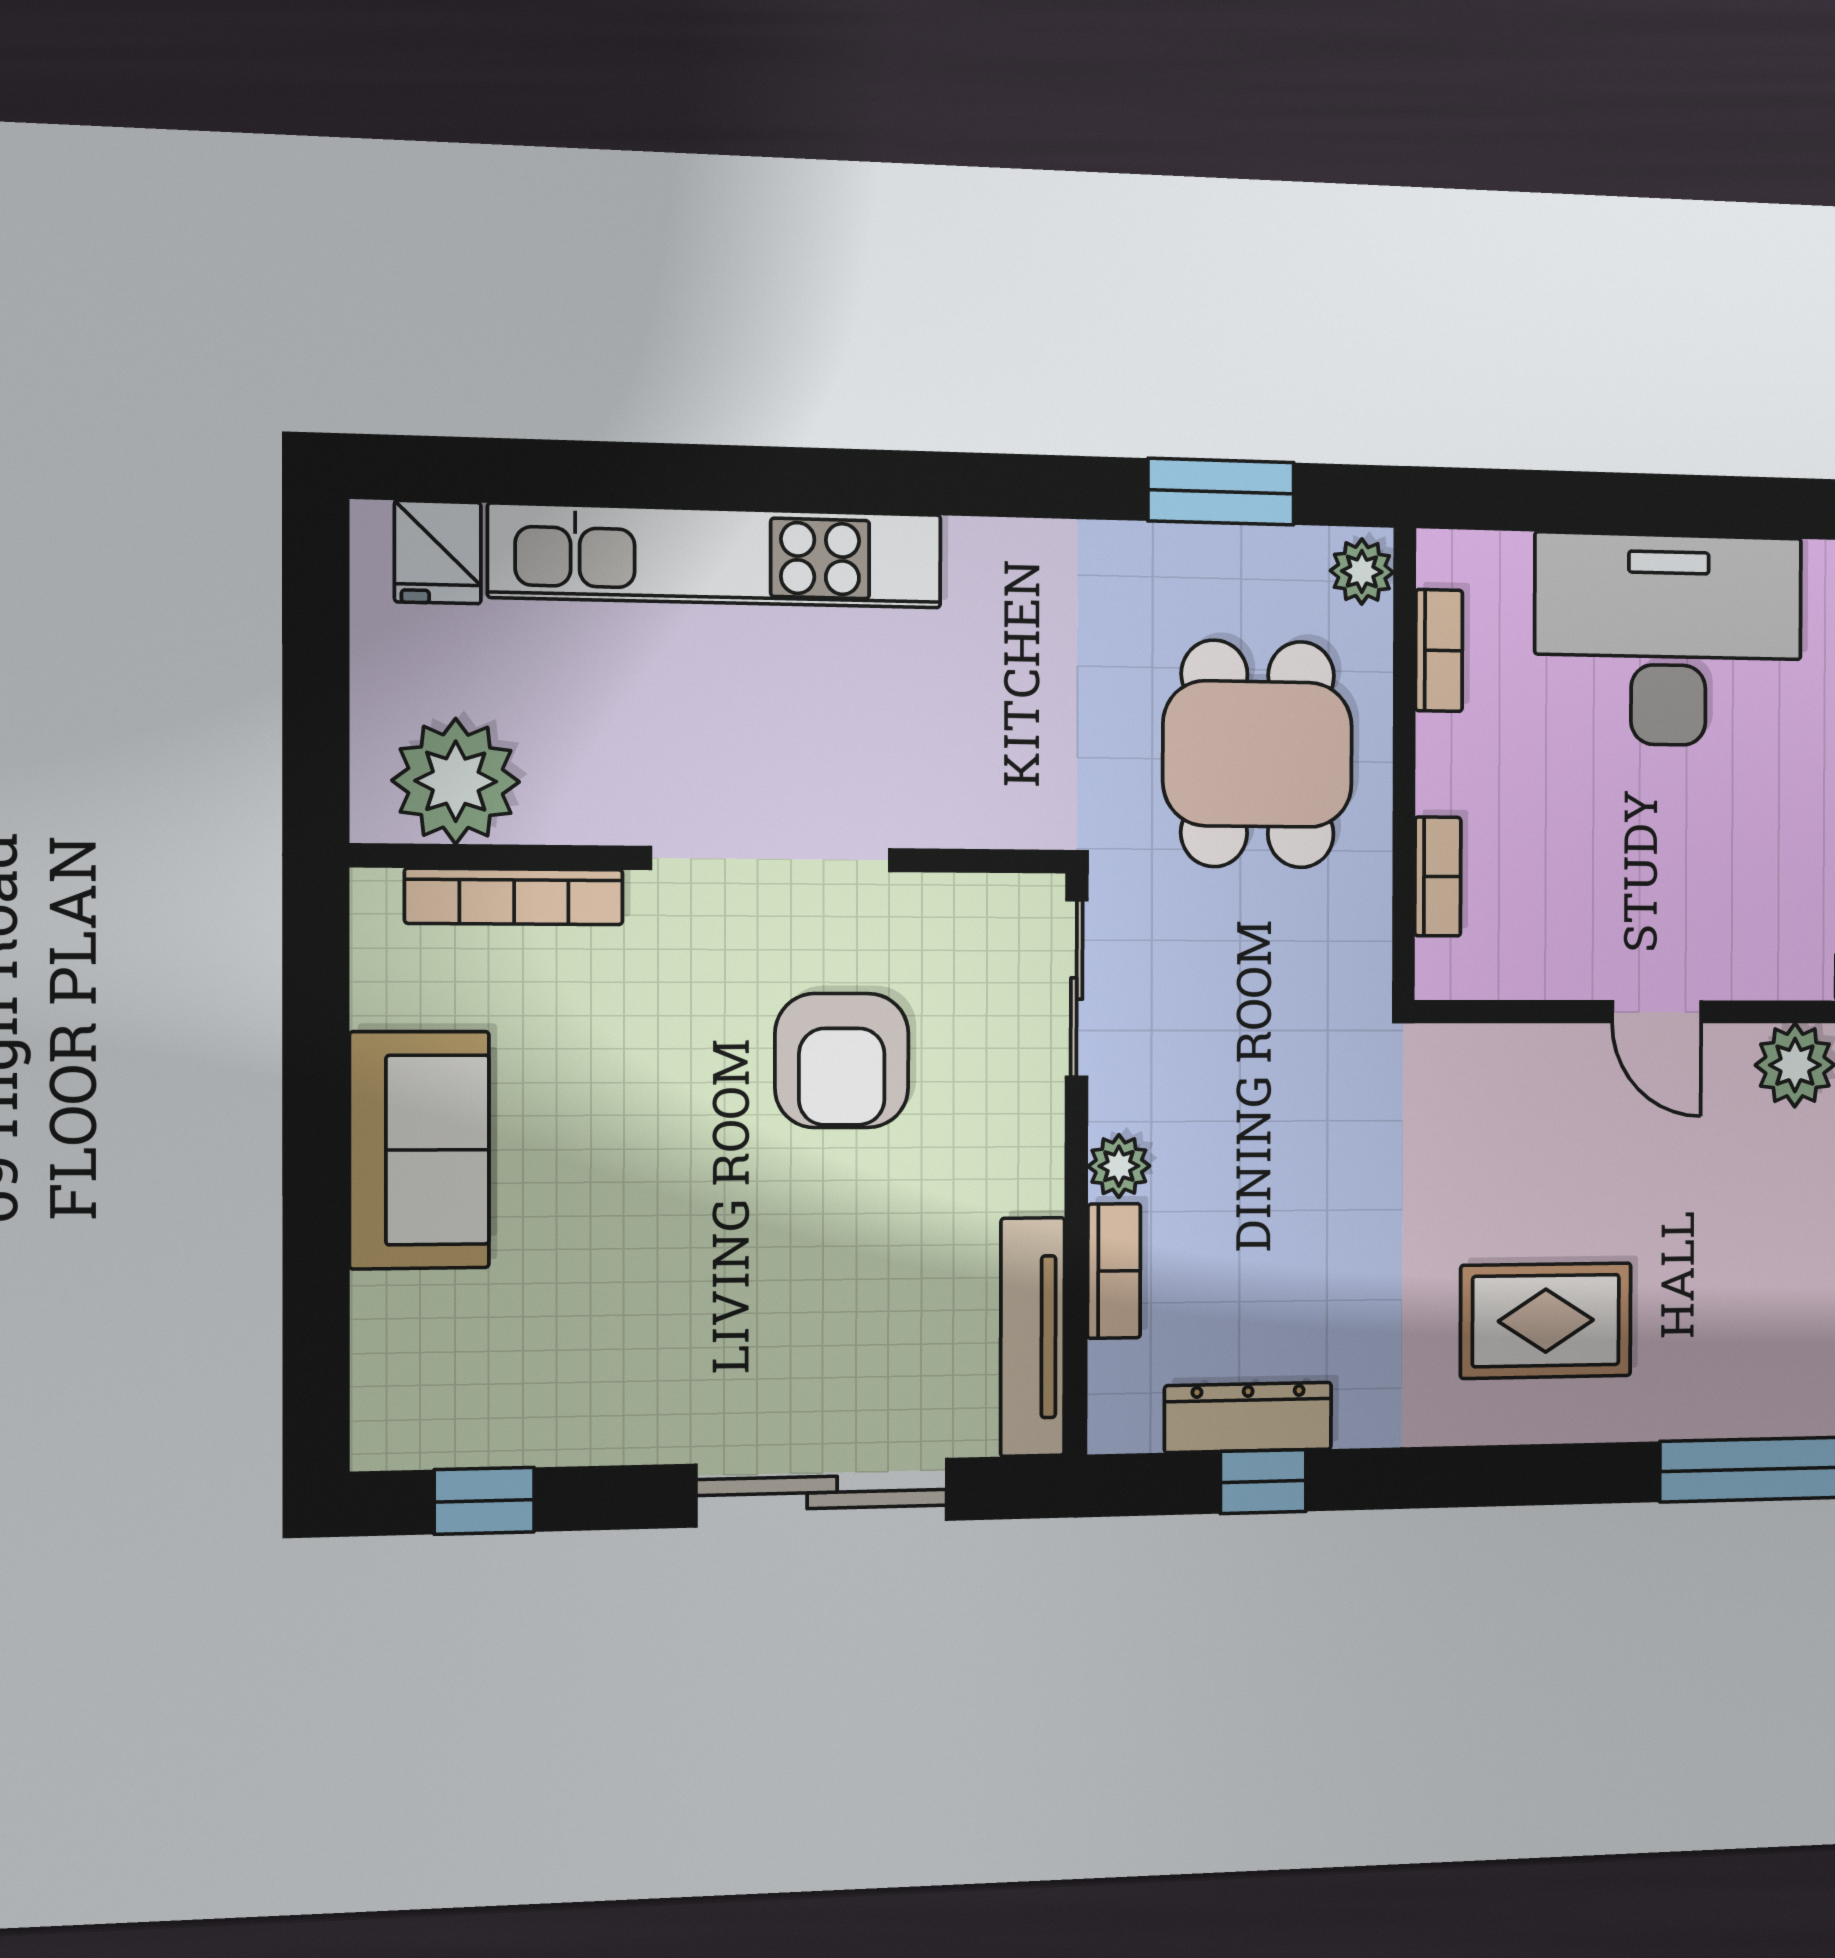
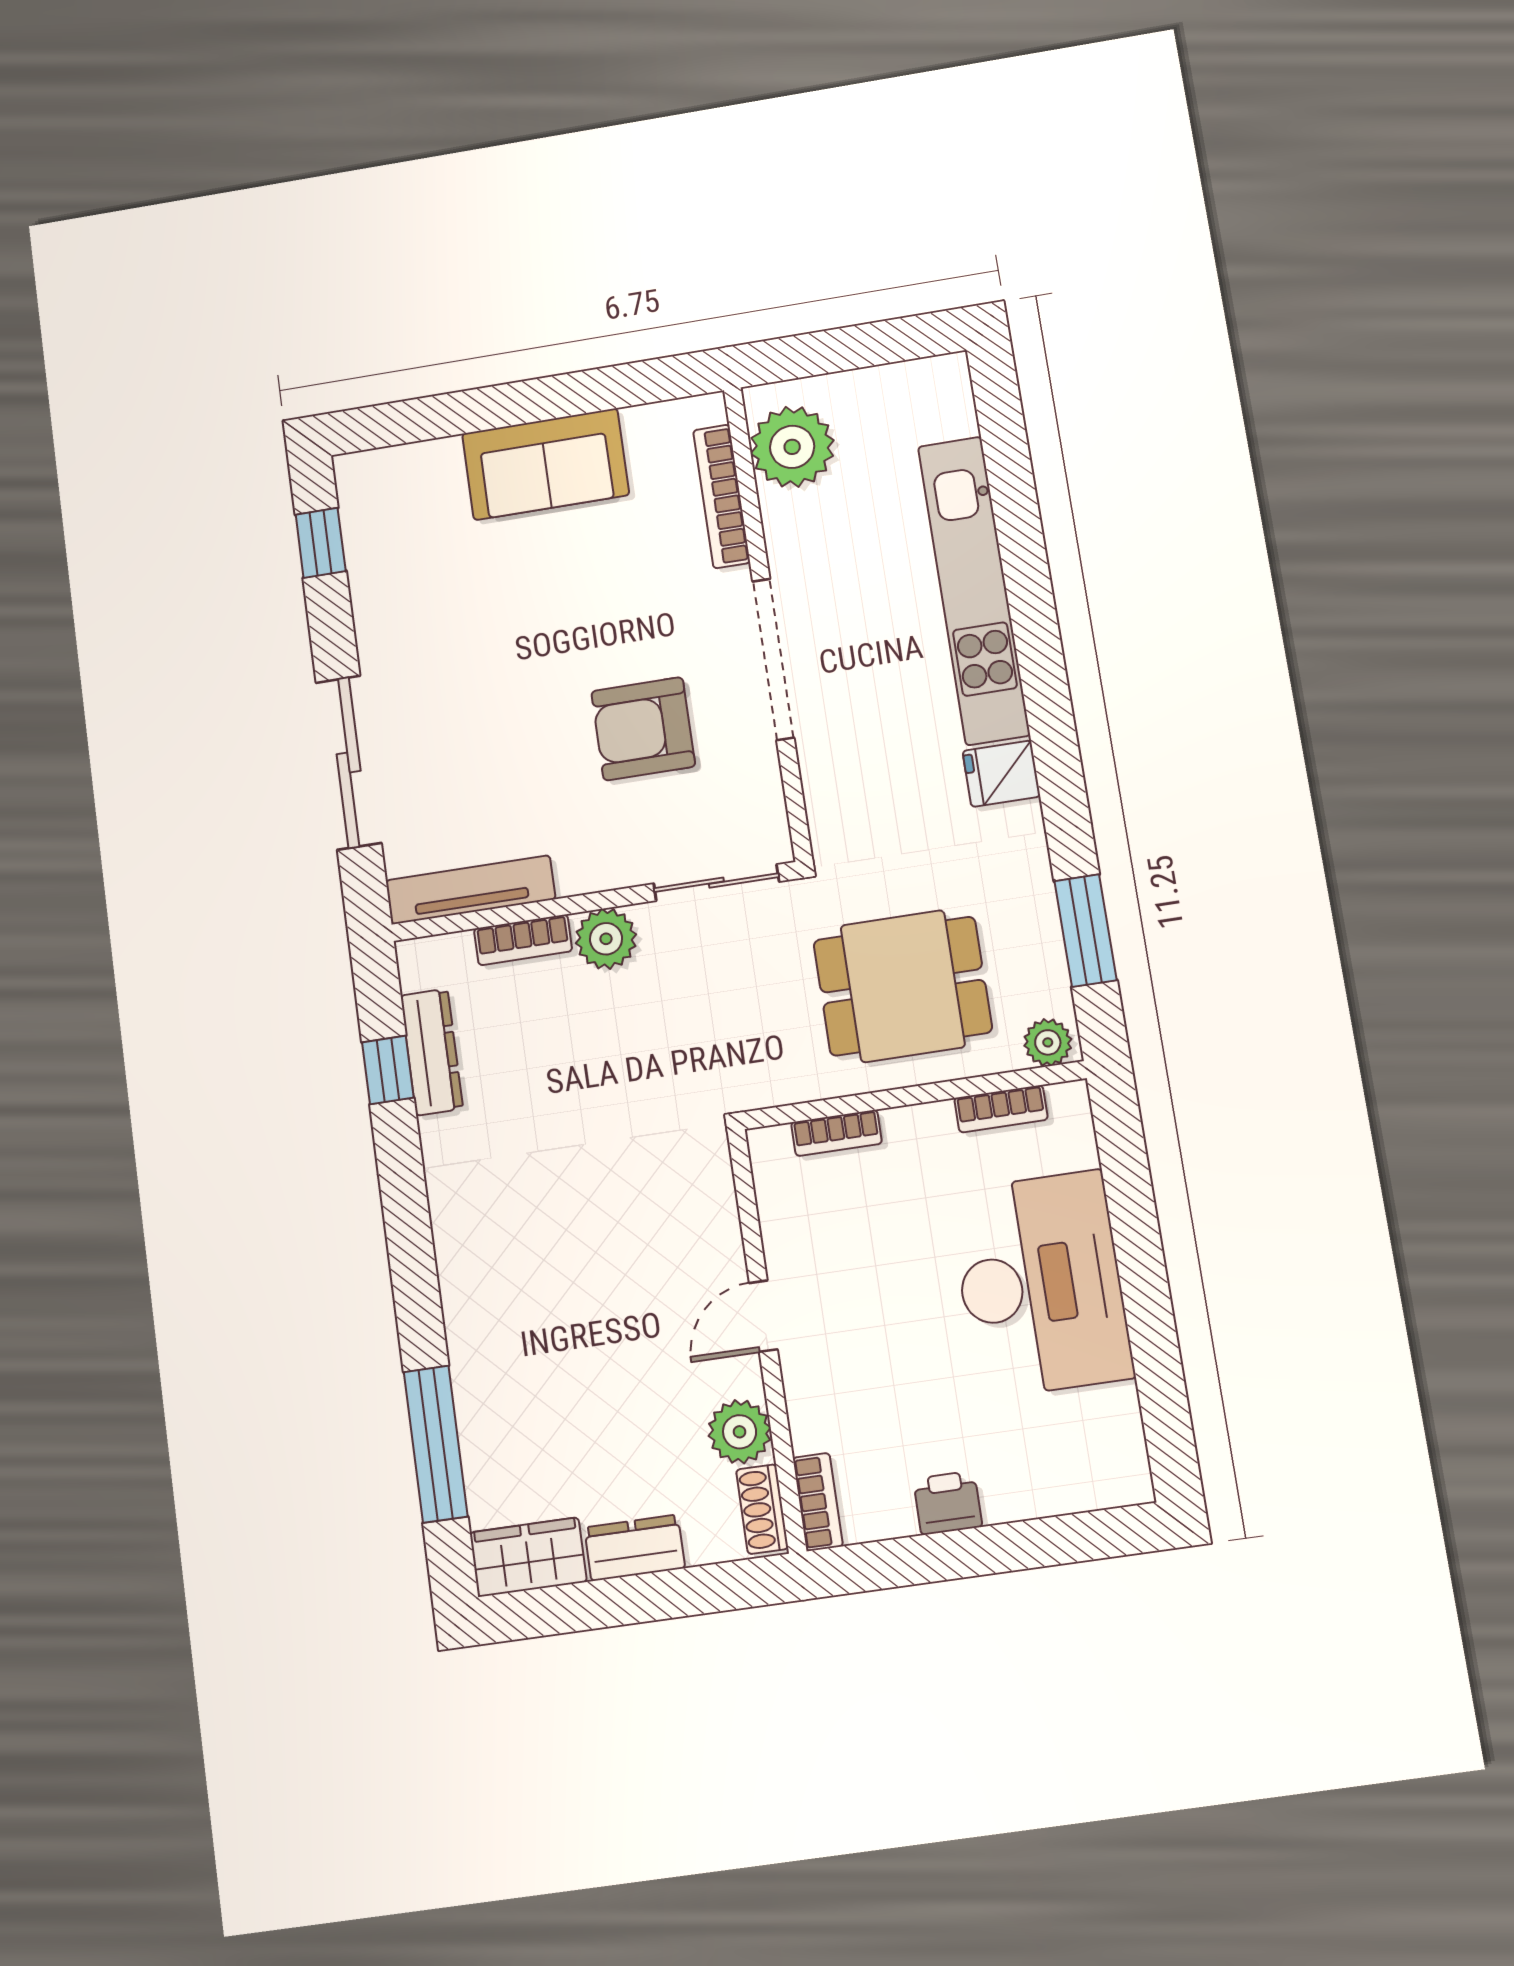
fridge: (438, 552) -> (1001, 774), moved
plant: (1119, 1166) -> (606, 939), width x1.38, depth x1.38
rug: (1546, 1321) -> (526, 1264), removed

